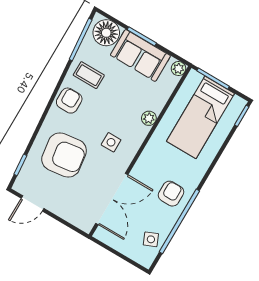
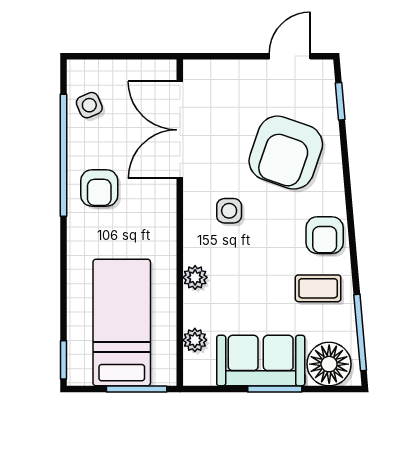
plant: (178, 69) -> (195, 340), moved
armchair: (64, 155) -> (286, 153), turned -63

